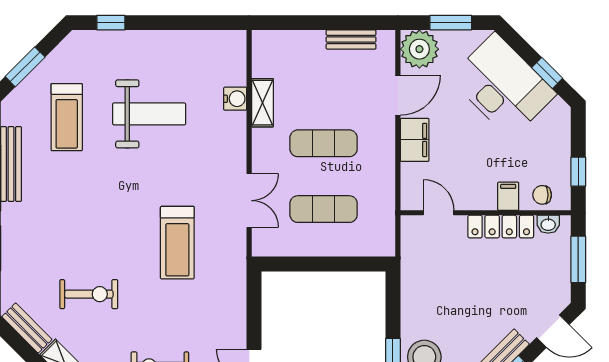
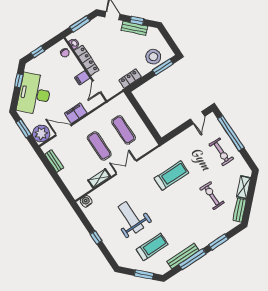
window: (111, 23) -> (96, 237), moved
water cooler: (235, 99) -> (86, 201), moved
window: (578, 172) -> (38, 52), moved
filing cabinet: (508, 196) -> (82, 78), moved
double door: (249, 201) -> (126, 167), moved
locker: (412, 286) -> (130, 79), added

